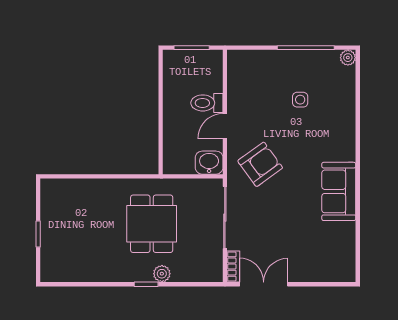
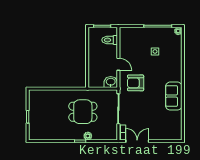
toilet: (207, 103) -> (110, 40), moved
door: (225, 126) -> (118, 64), swing flipped
armchair: (260, 164) -> (136, 83), turned -144
dining table: (152, 224) -> (83, 112), turned 90

